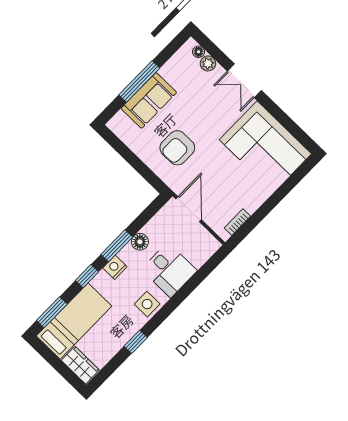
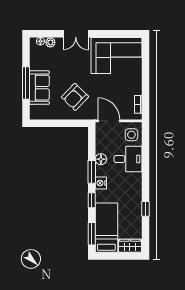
armchair: (177, 148) -> (75, 97), turned 44
side table: (147, 304) -> (131, 135), moved

